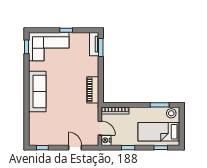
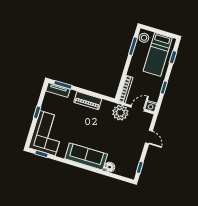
piano: (93, 90) -> (88, 101), moved
plant: (91, 112) -> (120, 113), added
floor lamp: (34, 118) -> (110, 167), added
door: (75, 148) -> (149, 137), swing flipped

